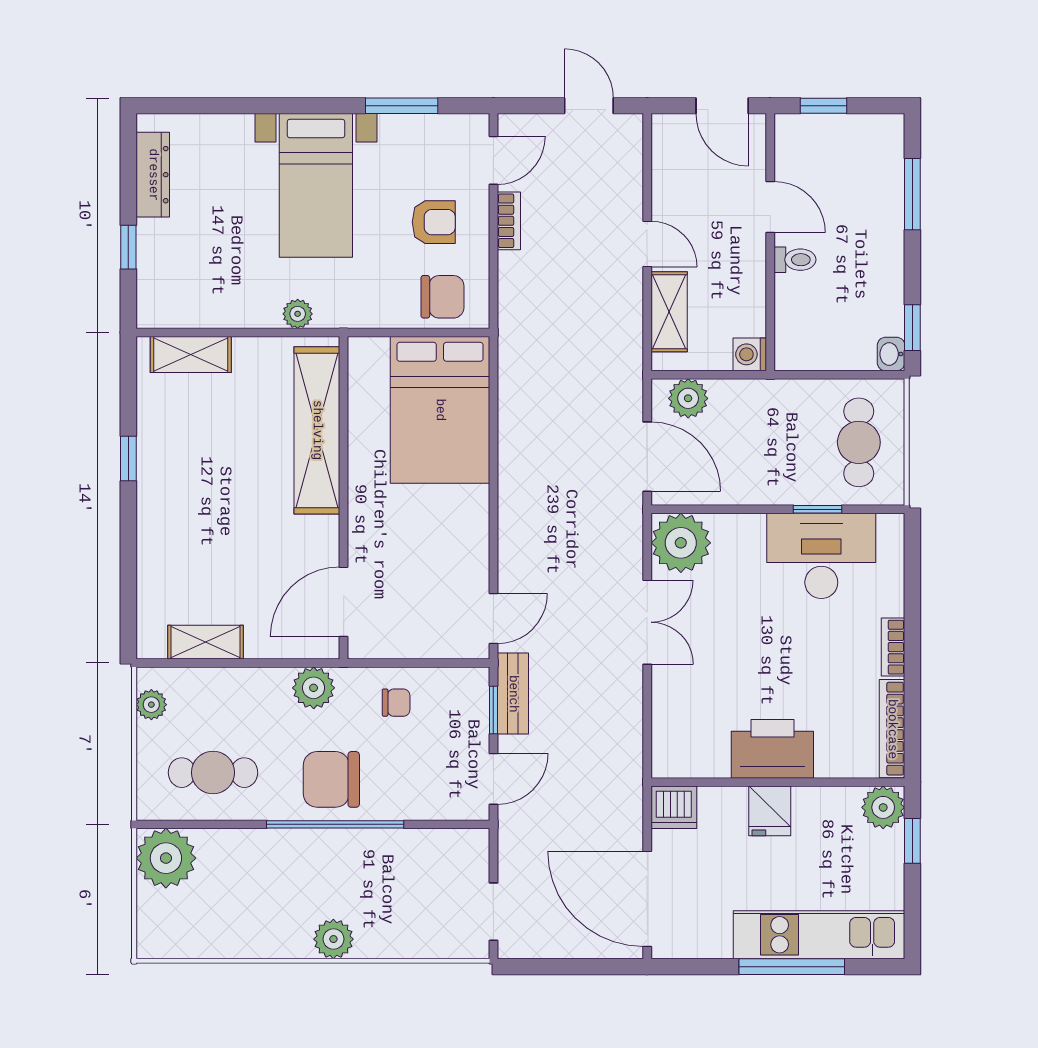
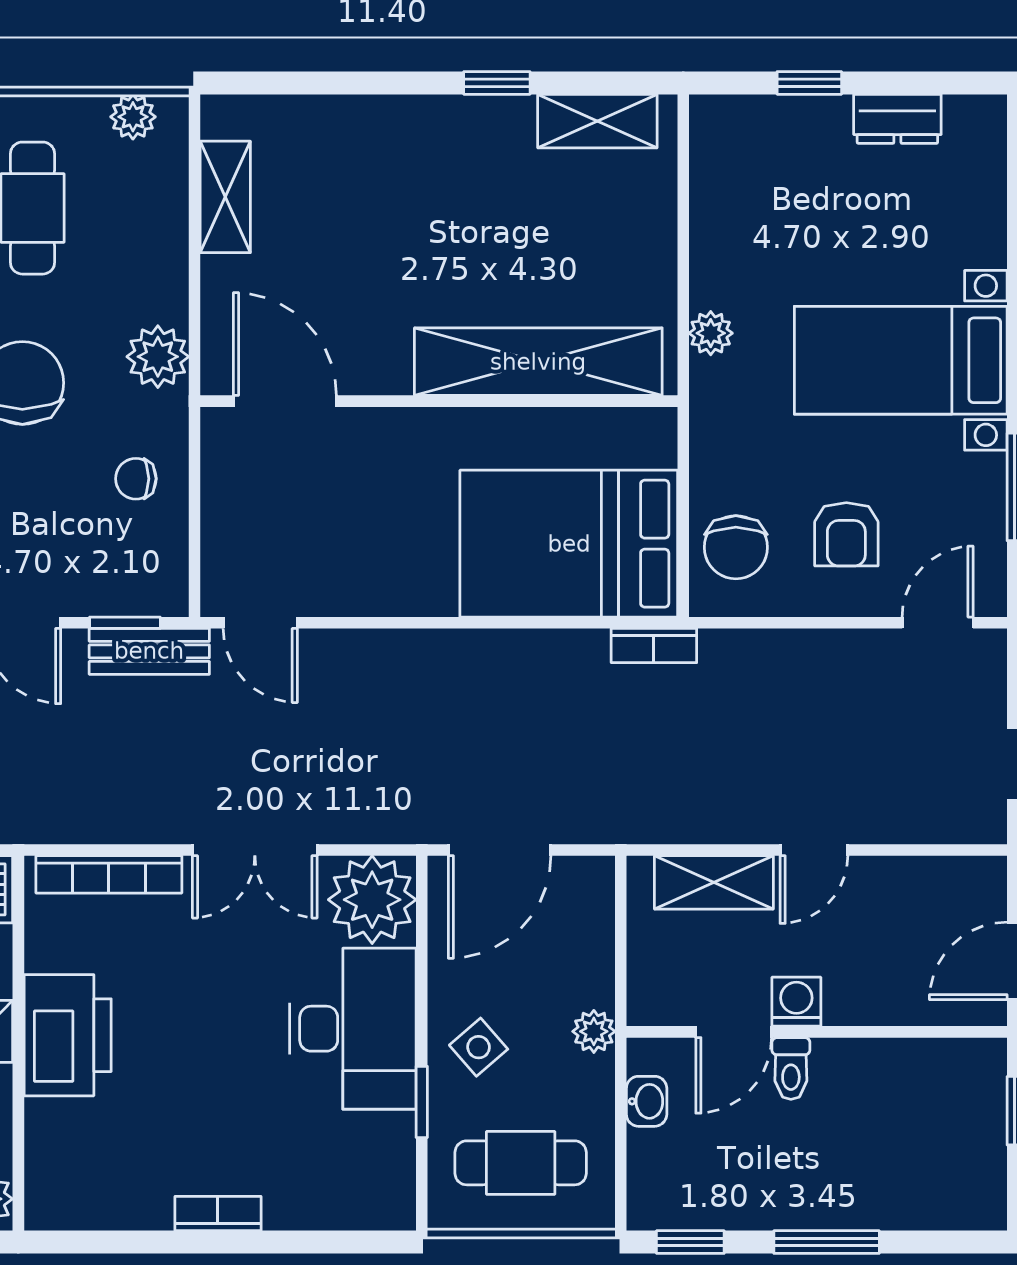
door: (493, 160) -> (938, 623), swing flipped
dresser: (153, 175) -> (897, 119), width x0.70
window: (912, 194) -> (827, 1242), moved
door: (770, 207) -> (734, 1032), moved
bookcase: (509, 221) -> (654, 646), moved
shelving: (191, 354) -> (597, 121), moved, turned 90
washing machine: (750, 354) -> (796, 1002), moved
washbasin: (891, 354) -> (647, 1101), moved, turned 90
plant: (688, 398) -> (594, 1031), moved, width x0.73, depth x0.73
side table: (780, 471) -> (479, 1047), added
desk: (821, 556) -> (353, 1029), moved
chair: (396, 703) -> (136, 479), turned 90
bookcase: (892, 729) -> (109, 874), moved, turned 180

